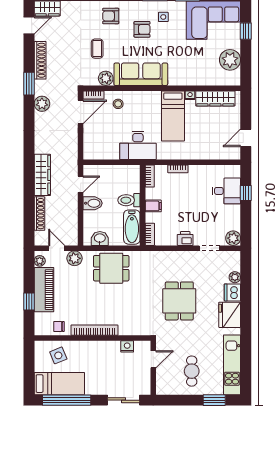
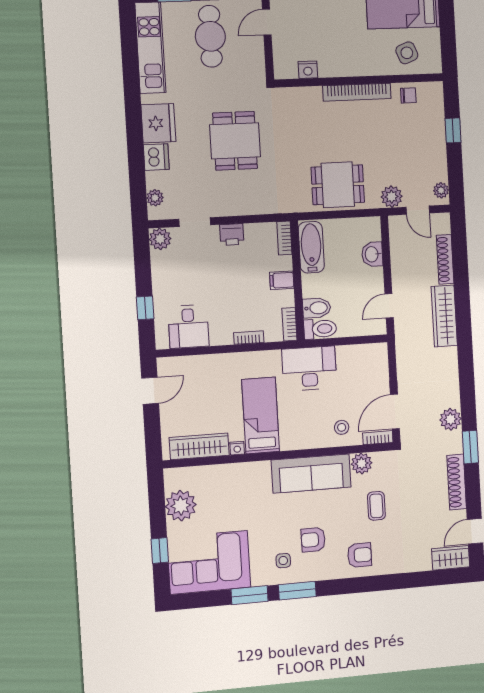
desk: (226, 191) -> (188, 327), moved, turned -90
toilet: (129, 200) -> (320, 329), moved
bidet: (93, 203) -> (317, 308), moved, turned 180
washbasin: (100, 239) -> (372, 254), moved, turned 90
plant: (235, 277) -> (155, 198), moved
piano: (44, 290) -> (433, 149), removed
door: (153, 359) -> (267, 22), moved
cafe table: (192, 371) -> (210, 36), width x1.37, depth x1.35

